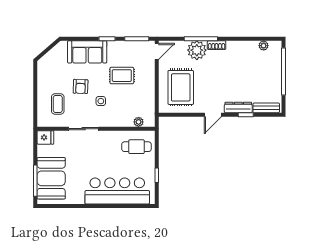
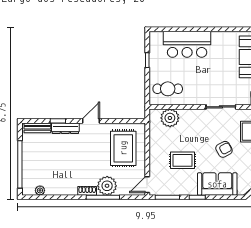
armchair: (81, 86) -> (224, 149), turned 60
side table: (101, 101) -> (204, 135), removed
plant: (139, 122) -> (170, 118), width x1.87, depth x1.87
bar counter: (117, 191) -> (187, 44), width x0.73

